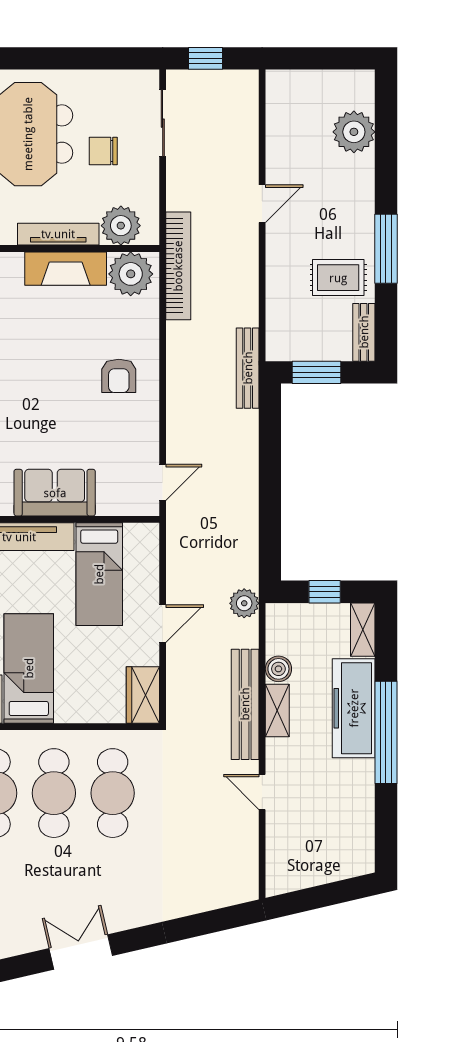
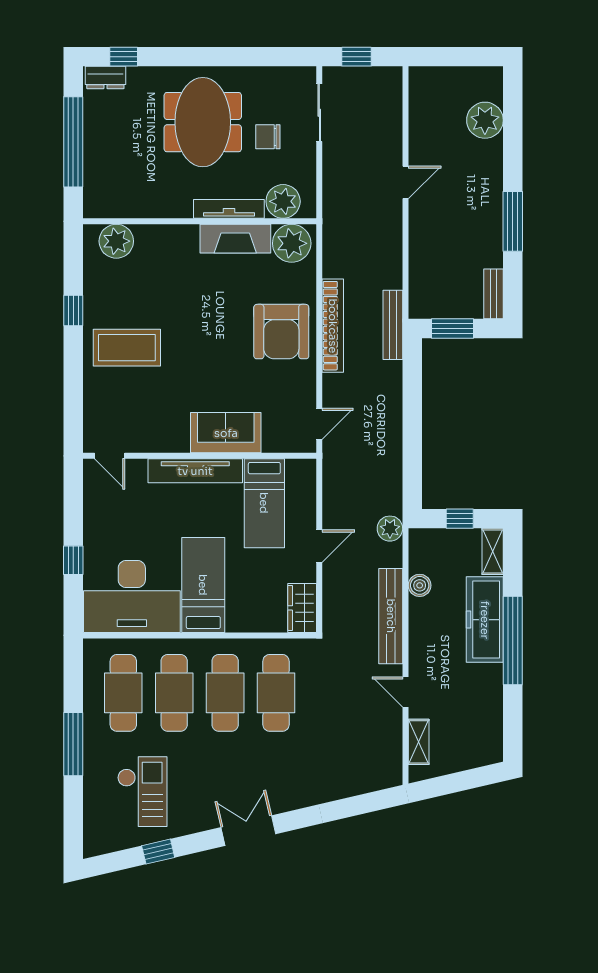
bookcase: (178, 266) -> (333, 326), moved
rug: (338, 278) -> (471, 246), removed
armchair: (119, 376) -> (281, 332), width x1.88, depth x1.88
shelving: (277, 710) -> (419, 742), moved

